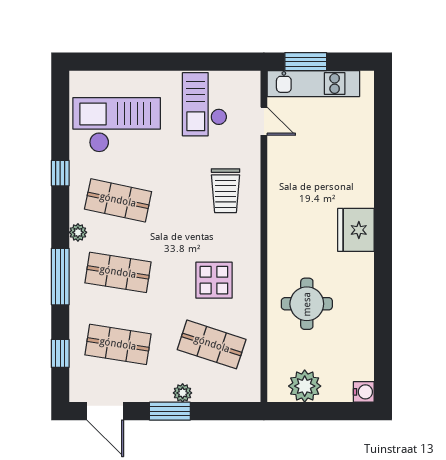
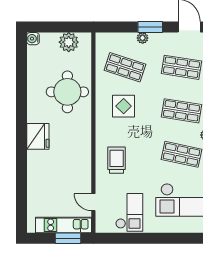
round table: (307, 304) -> (67, 92), width x1.36, depth x1.36

